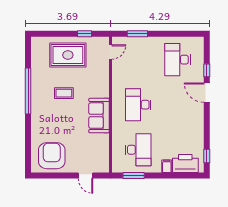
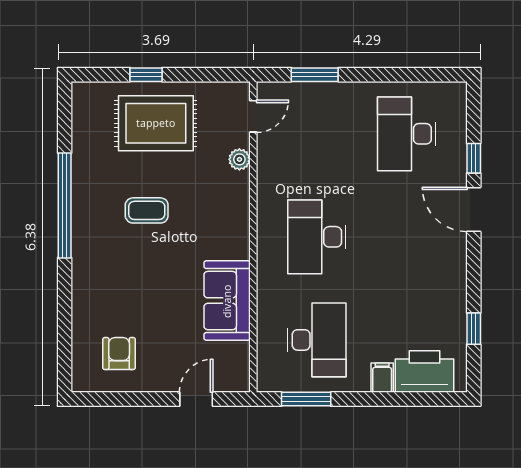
window: (85, 34) -> (146, 75), moved
plant: (104, 71) -> (239, 159), added
sofa: (99, 116) -> (227, 301), moved
armchair: (52, 156) -> (119, 353), width x0.53, depth x0.53
window: (207, 156) -> (474, 329), moved
door: (85, 176) -> (196, 399), swing flipped

